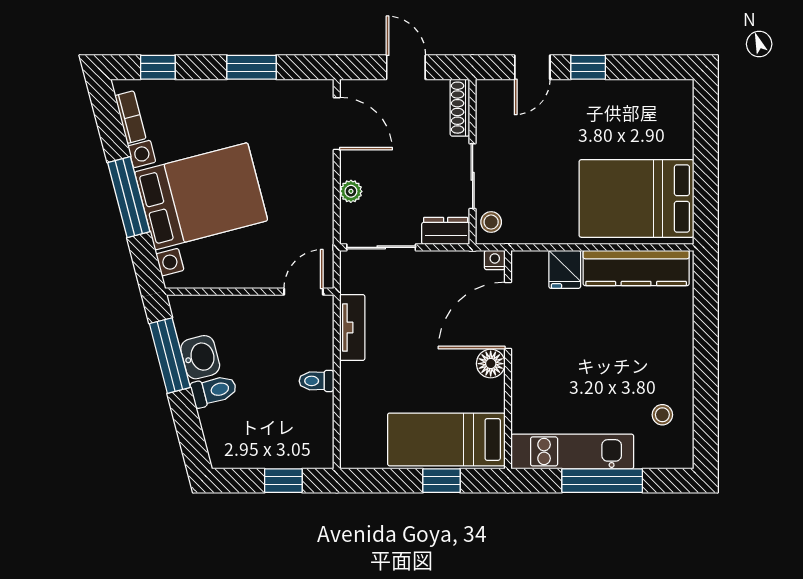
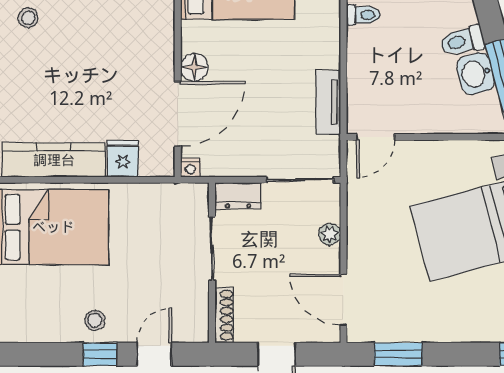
window: (251, 67) -> (398, 354), moved
stool: (491, 222) -> (95, 320), moved
toilet: (316, 381) -> (363, 15), moved

